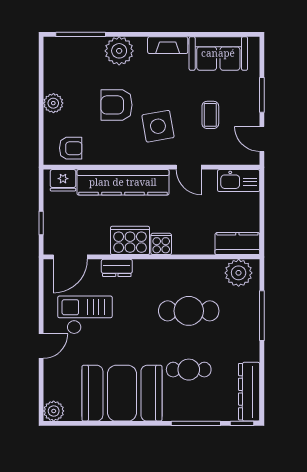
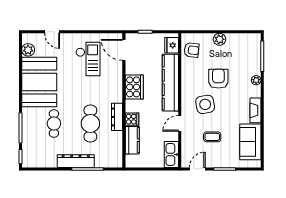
plant: (119, 51) -> (256, 80), width x0.53, depth x0.53
armchair: (71, 148) -> (192, 50), turned -84
cooker: (161, 244) -> (132, 119), moved
kitchen counter: (237, 244) -> (132, 140), moved
dresser: (117, 268) -> (117, 117), moved, width x1.44
plant: (239, 273) -> (114, 154), removed
door: (41, 346) -> (52, 32), moved
dresser: (249, 392) -> (76, 161), moved
plant: (54, 411) -> (28, 50), moved

